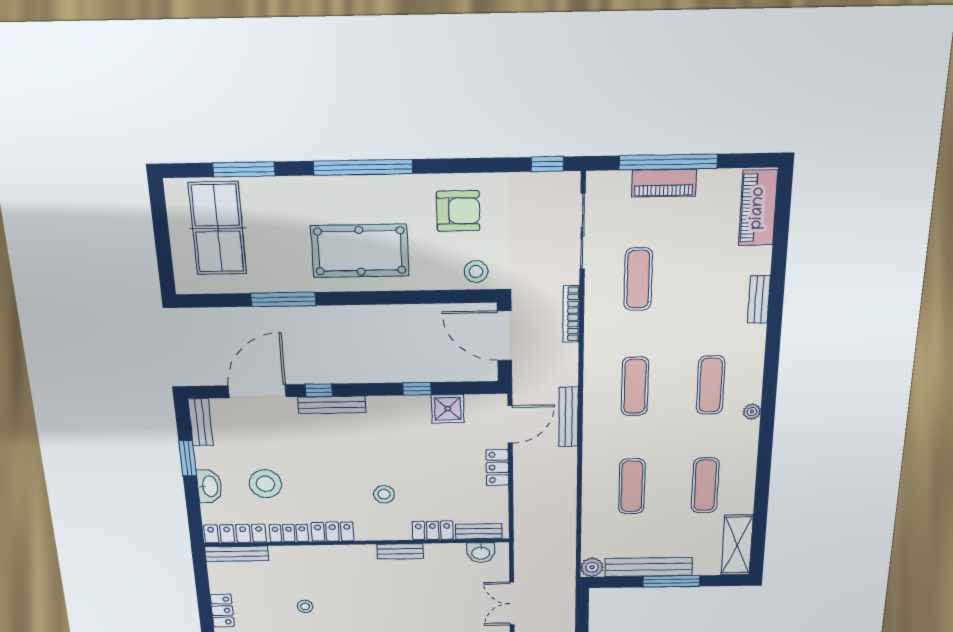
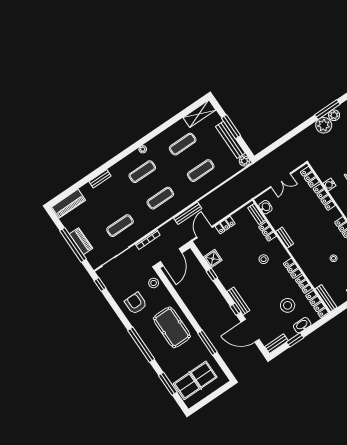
door: (510, 424) -> (204, 232), hinge flipped

